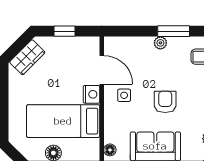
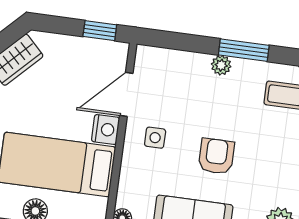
window: (65, 31) -> (100, 31), moved
door: (102, 70) -> (126, 94), swing flipped

